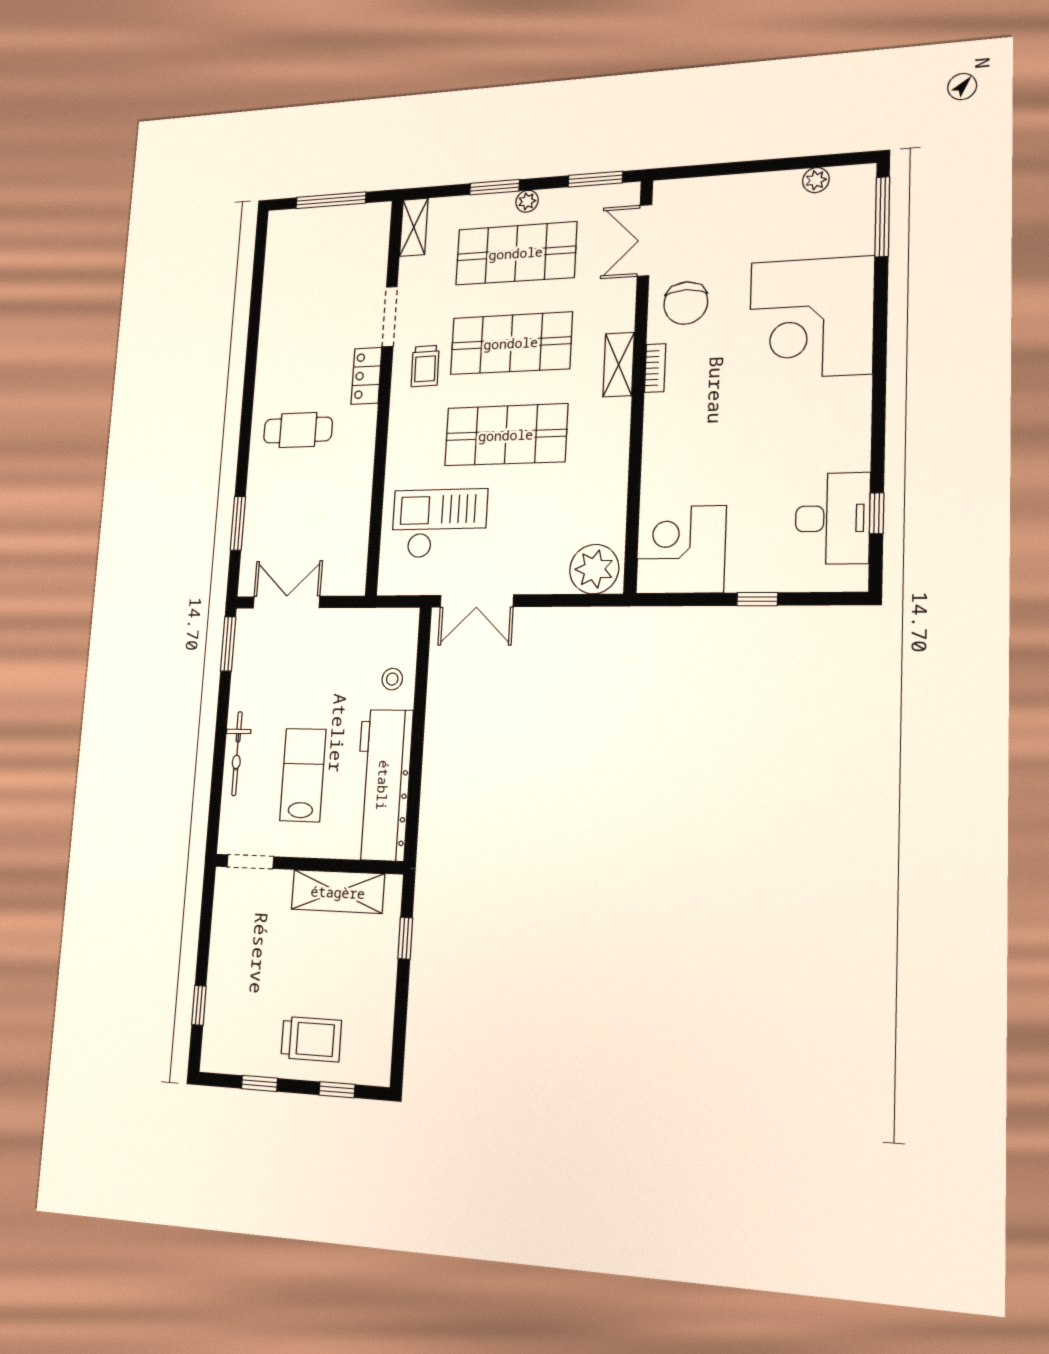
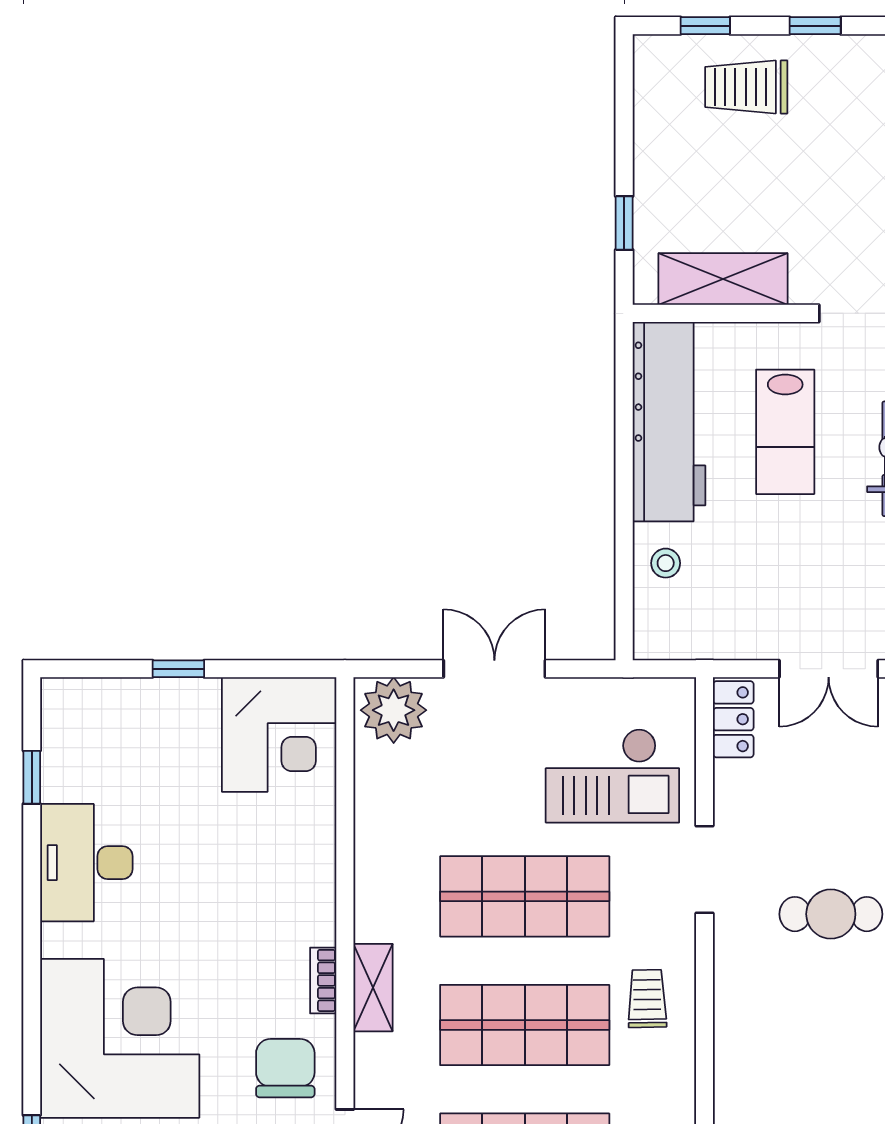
doorway: (390, 317) -> (705, 869), moved
locker: (366, 376) -> (733, 719), moved
desk: (833, 518) -> (86, 863), moved
double door: (477, 601) -> (494, 669), moved

